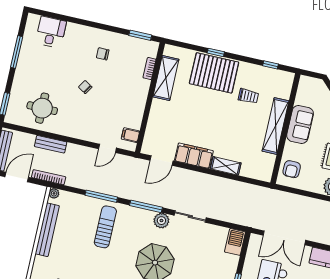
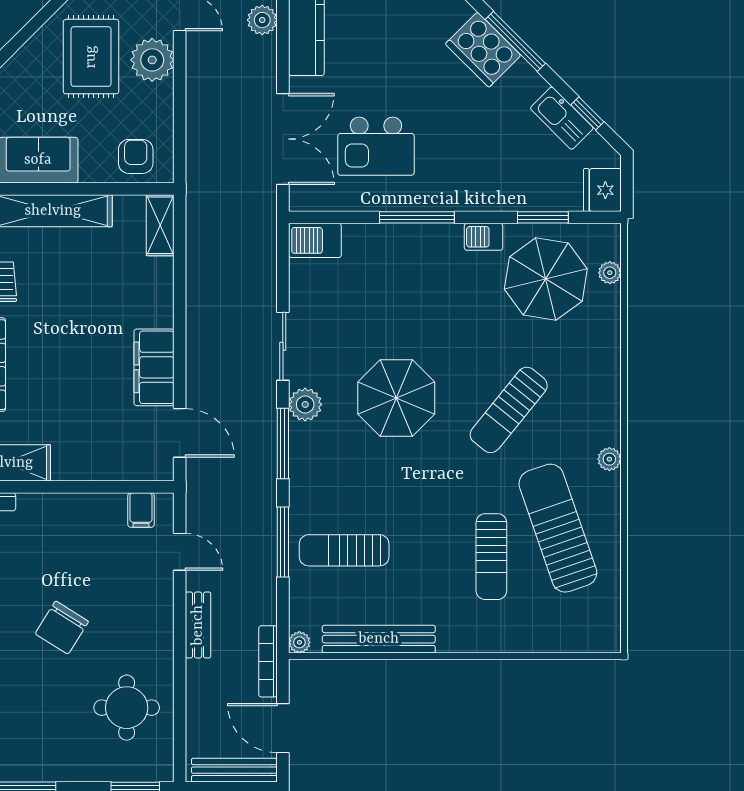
chair: (85, 87) -> (62, 628), width x1.87, depth x1.87
bench: (51, 144) -> (198, 625), moved
shelving: (226, 166) -> (160, 225), moved
armchair: (292, 169) -> (136, 156), turned -90
sun lounger: (105, 227) -> (344, 550), moved

